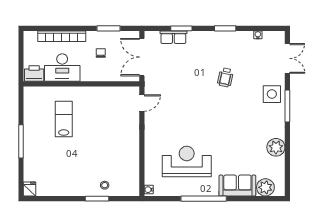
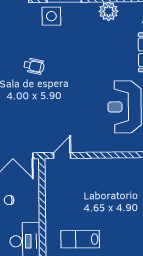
door: (142, 103) -> (62, 156), hinge flipped

